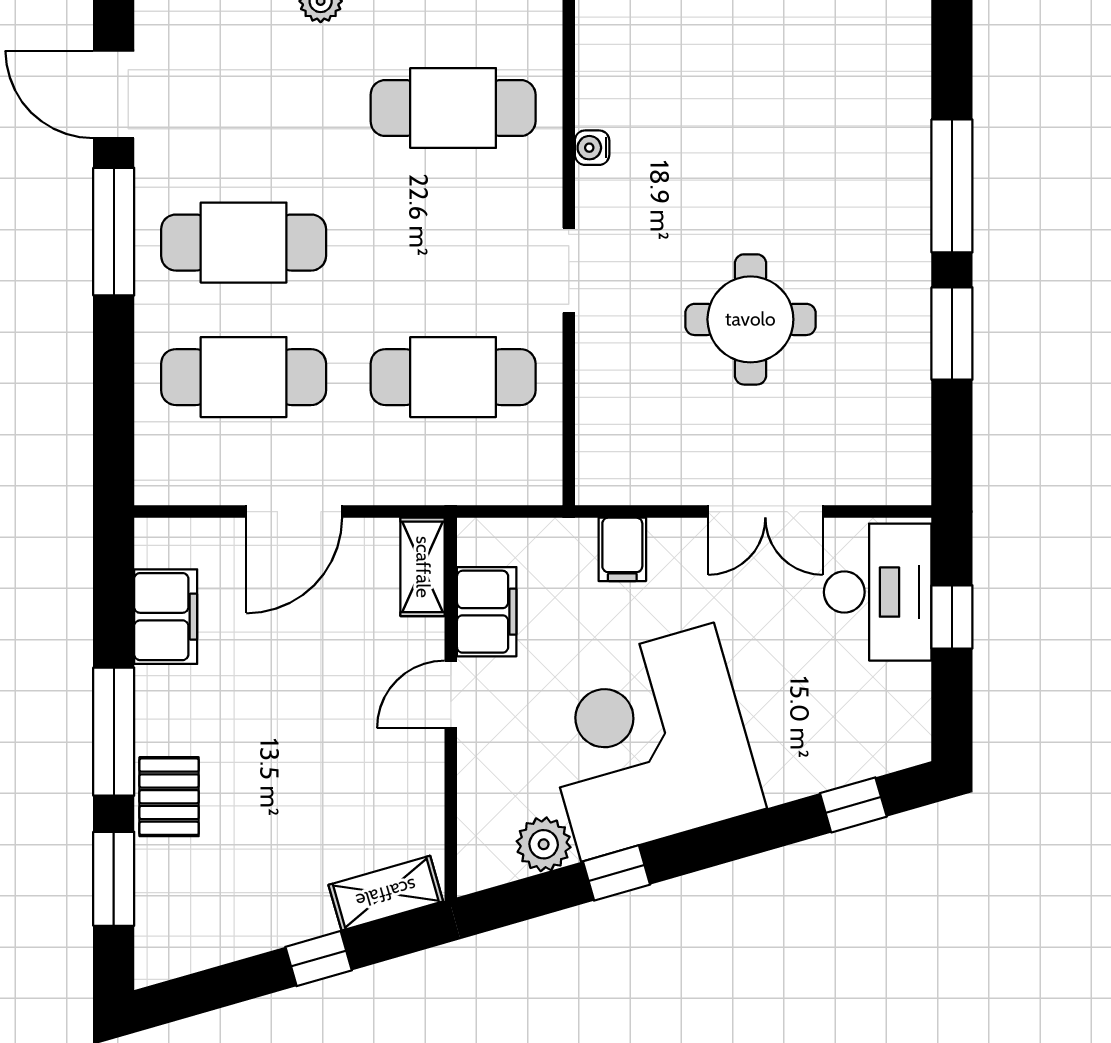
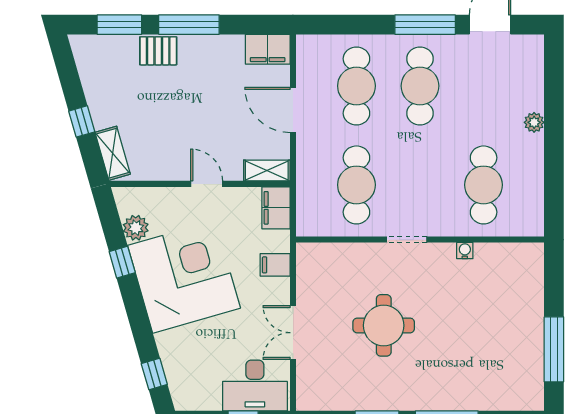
filing cabinet: (487, 612) -> (276, 208), moved, turned 90
filing cabinet: (166, 617) -> (268, 49), moved

